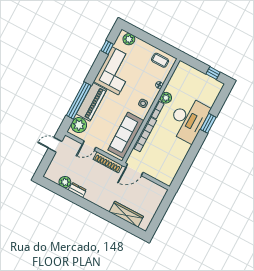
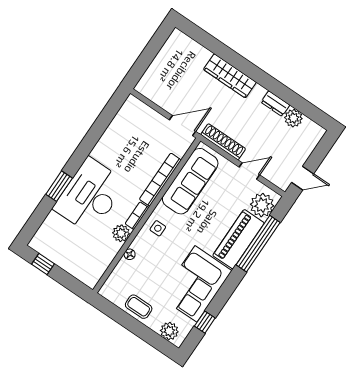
coffee table: (160, 60) -> (139, 307), moved
wardrobe: (126, 214) -> (230, 76), moved

